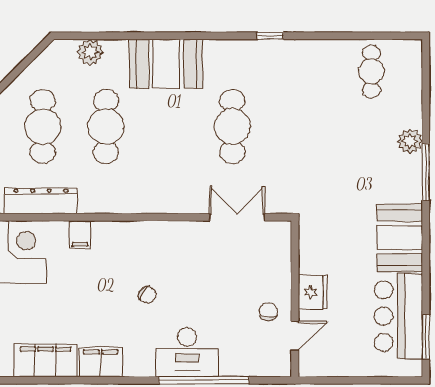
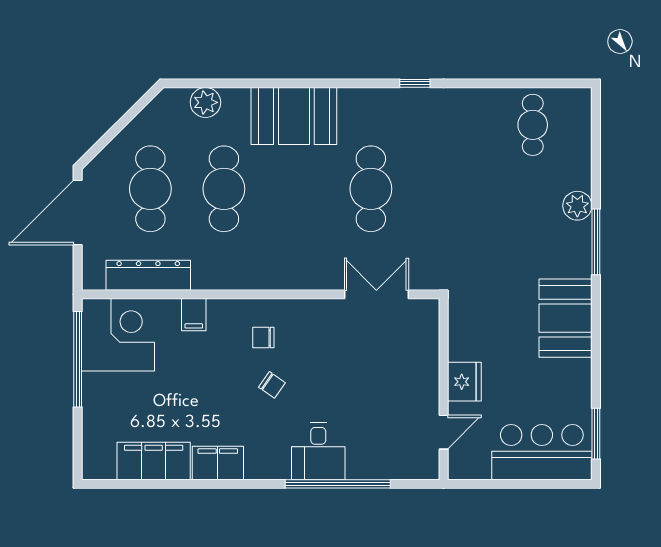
chair: (269, 312) -> (263, 338), moved, turned -90
bar counter: (398, 316) -> (542, 452), moved, turned 90
desk: (187, 352) -> (318, 451), width x0.73

